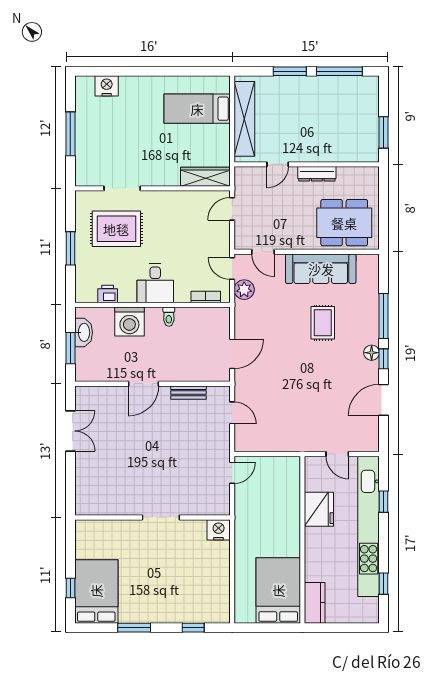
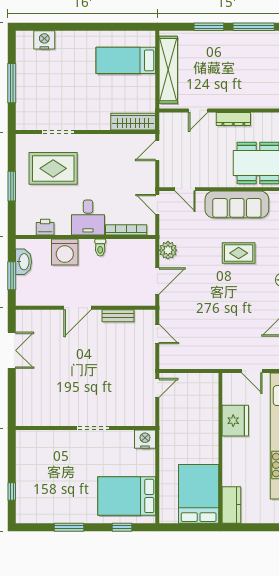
plant: (244, 290) -> (168, 250), moved
bookcase: (206, 297) -> (126, 230), width x1.56
rug: (323, 323) -> (239, 253), turned 90
bed: (96, 591) -> (127, 496), moved, turned -90

